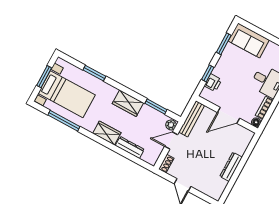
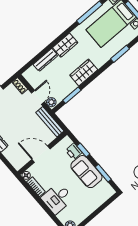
sofa: (249, 40) -> (86, 172), moved, turned -90
door: (228, 115) -> (41, 154), hinge flipped

